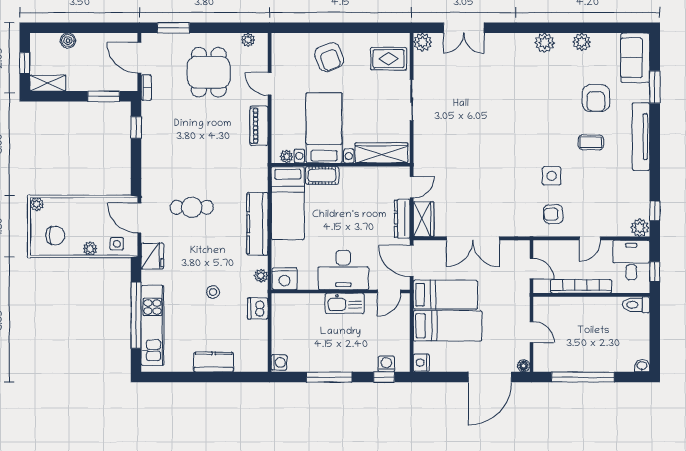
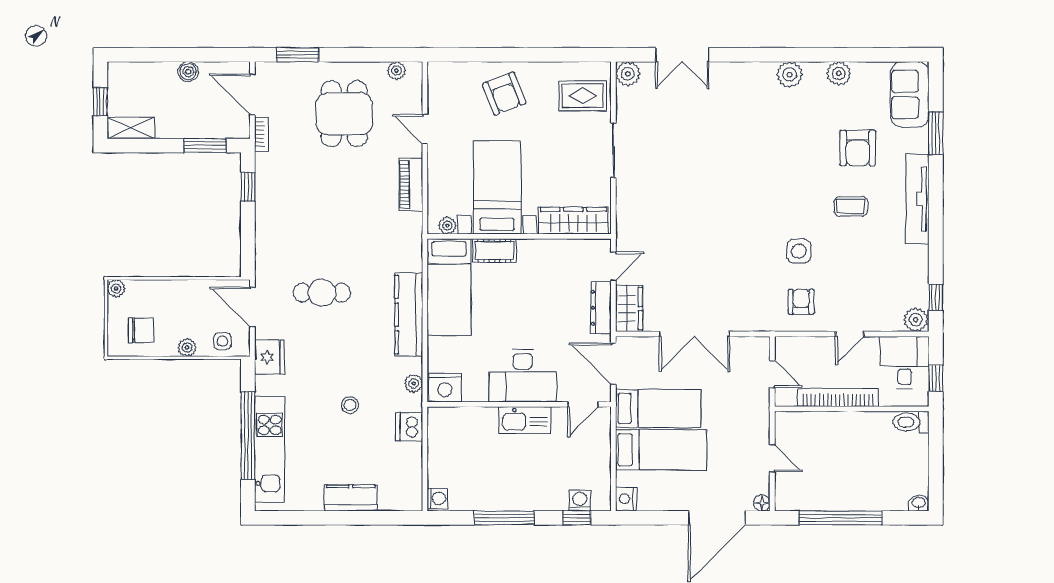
boiler: (68, 41) -> (188, 72), moved
armchair: (553, 214) -> (801, 302), turned 92

